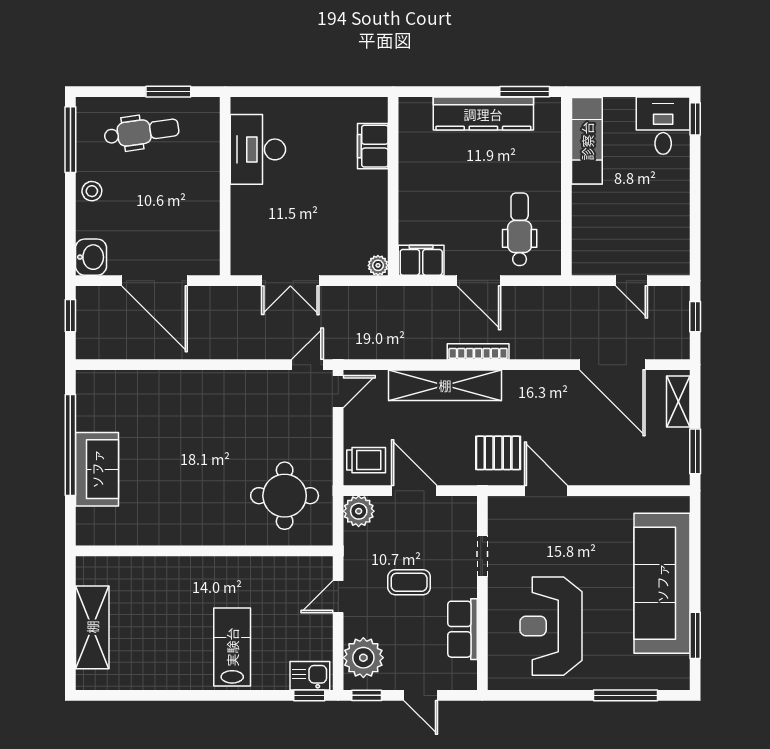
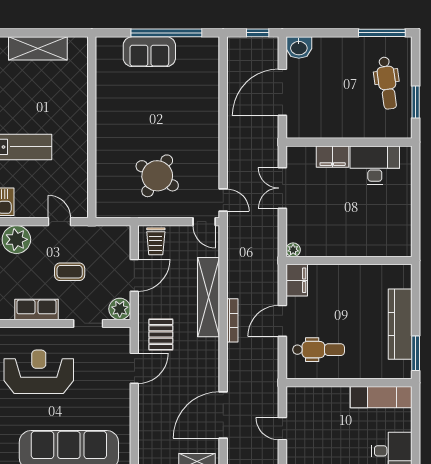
filing cabinet: (373, 146) -> (333, 157), moved, turned 180
stool: (92, 191) -> (345, 48), removed
door: (632, 281) -> (282, 429), hinge flipped
round table: (285, 496) -> (157, 176), moved, turned 32
plant: (359, 511) -> (120, 309), moved
coffee table: (409, 582) -> (70, 272), turned 90

